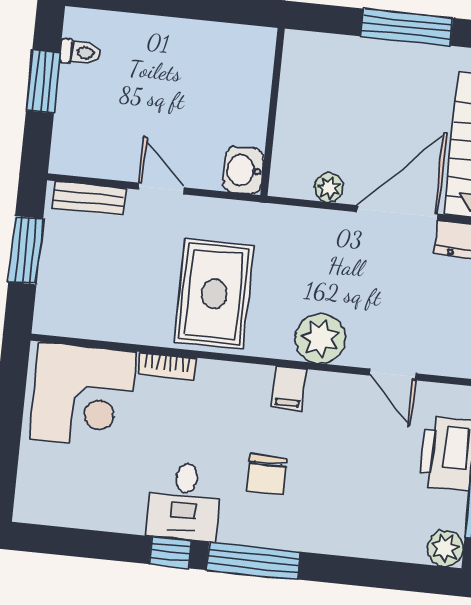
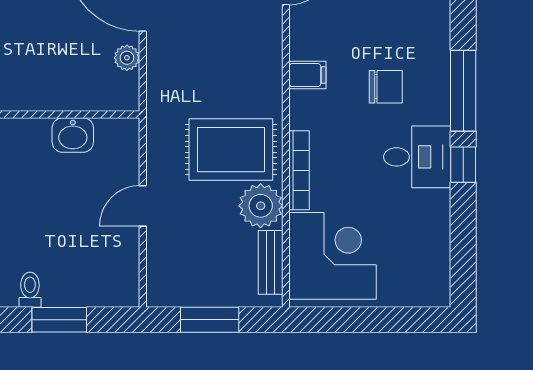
washbasin: (243, 170) -> (73, 135), moved
bench: (89, 198) -> (271, 262), moved
plant: (320, 338) -> (261, 206), moved
bookcase: (167, 366) -> (299, 170), width x1.56

